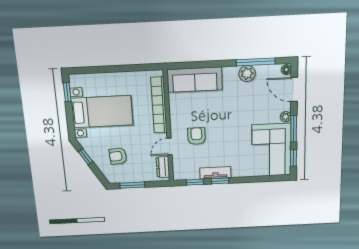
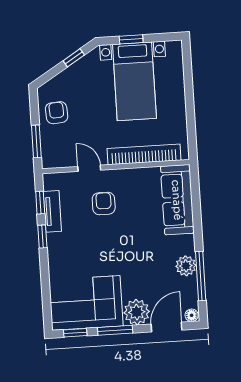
window: (67, 92) -> (131, 39), moved
plant: (286, 117) -> (137, 312), width x1.87, depth x1.87
armchair: (196, 136) -> (104, 203), turned -90
armchair: (118, 156) -> (57, 113), moved
dresser: (163, 167) -> (61, 160), removed
tv unit: (215, 173) -> (52, 211), moved
window: (132, 185) -> (36, 141), moved

